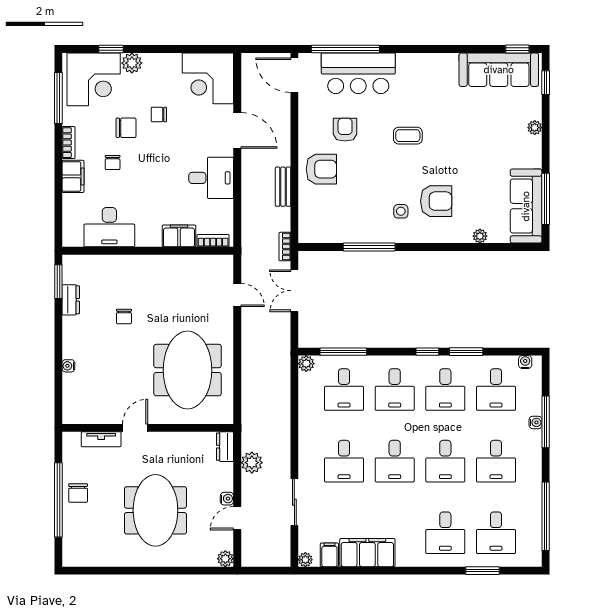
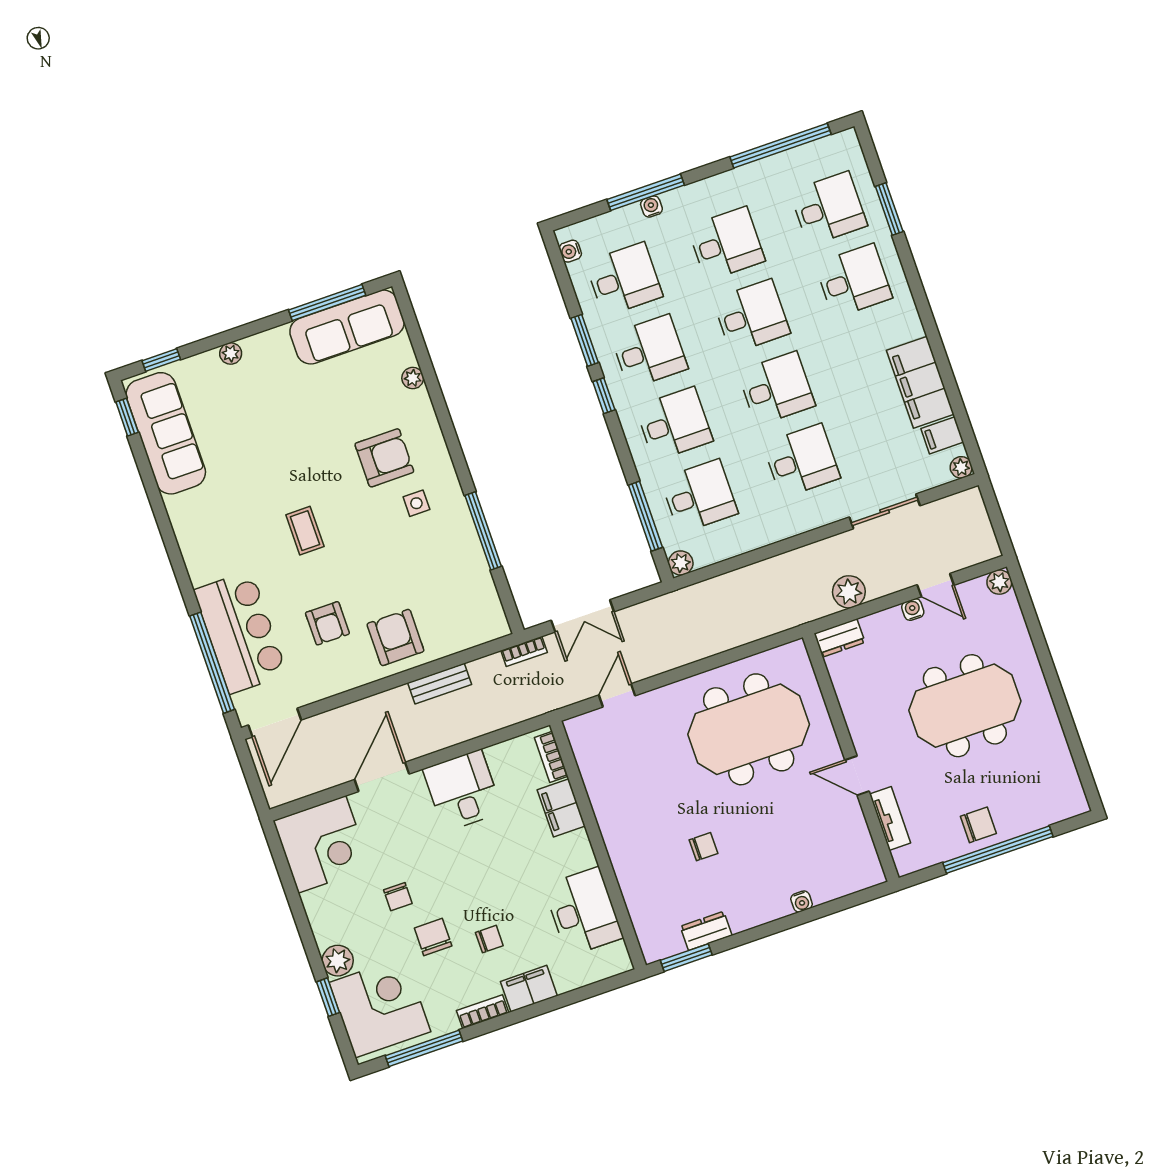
armchair: (345, 130) -> (327, 623), turned -90
armchair: (436, 201) -> (384, 458), turned 90

